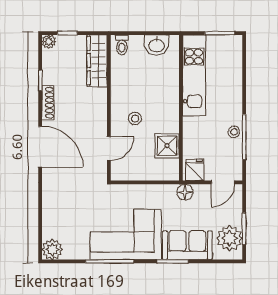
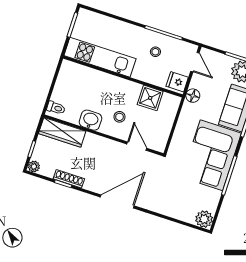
washbasin: (157, 45) -> (90, 120), moved, turned -90
shoe rack: (48, 103) -> (69, 179), moved
stool: (234, 132) -> (155, 52), moved

